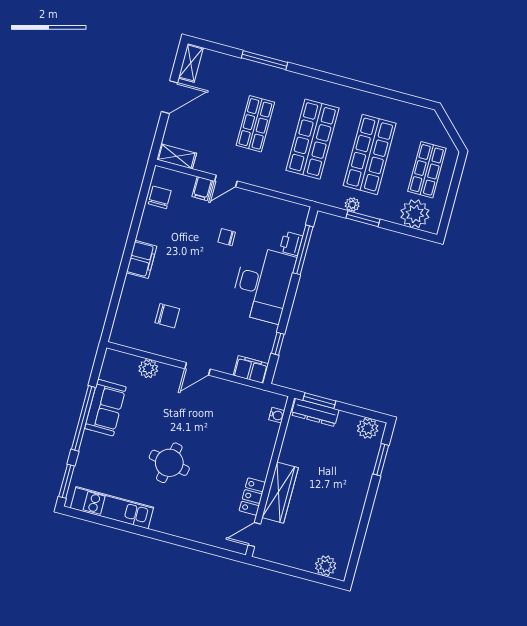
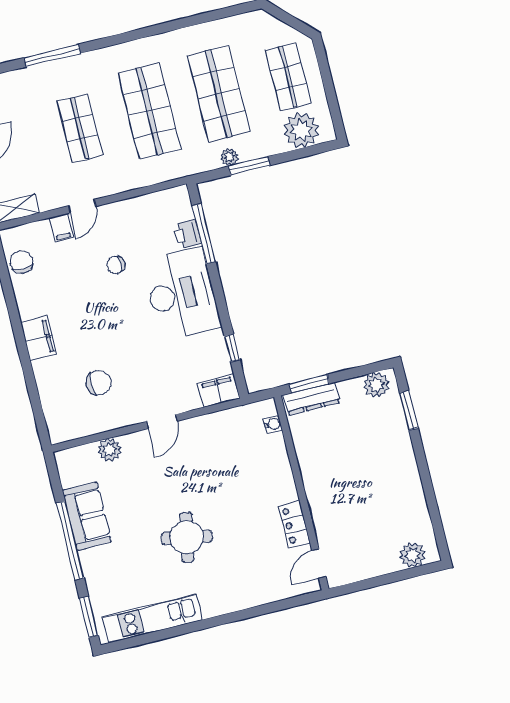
wardrobe: (280, 493) -> (321, 504), removed

